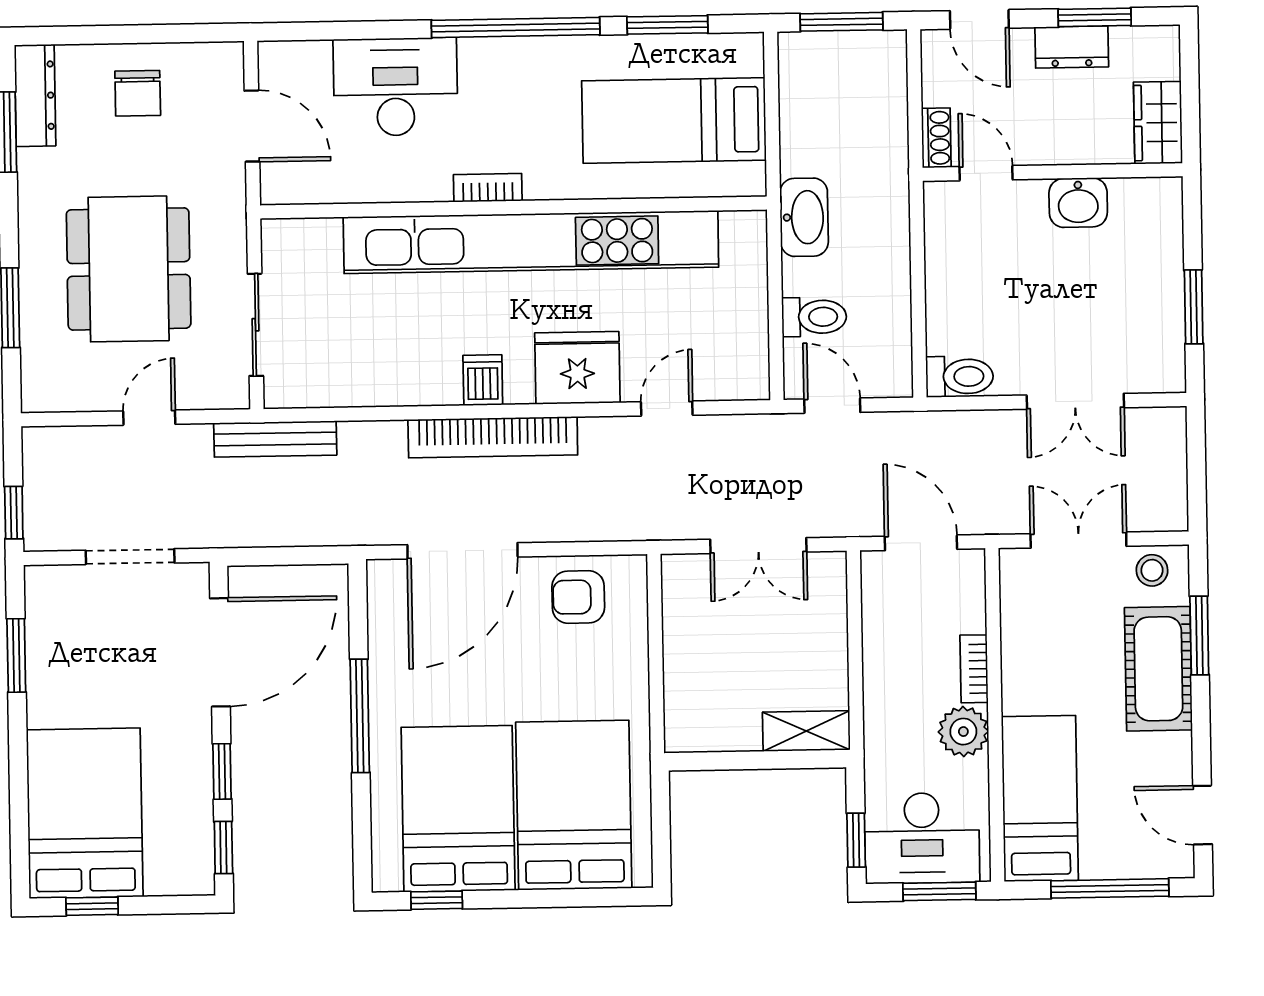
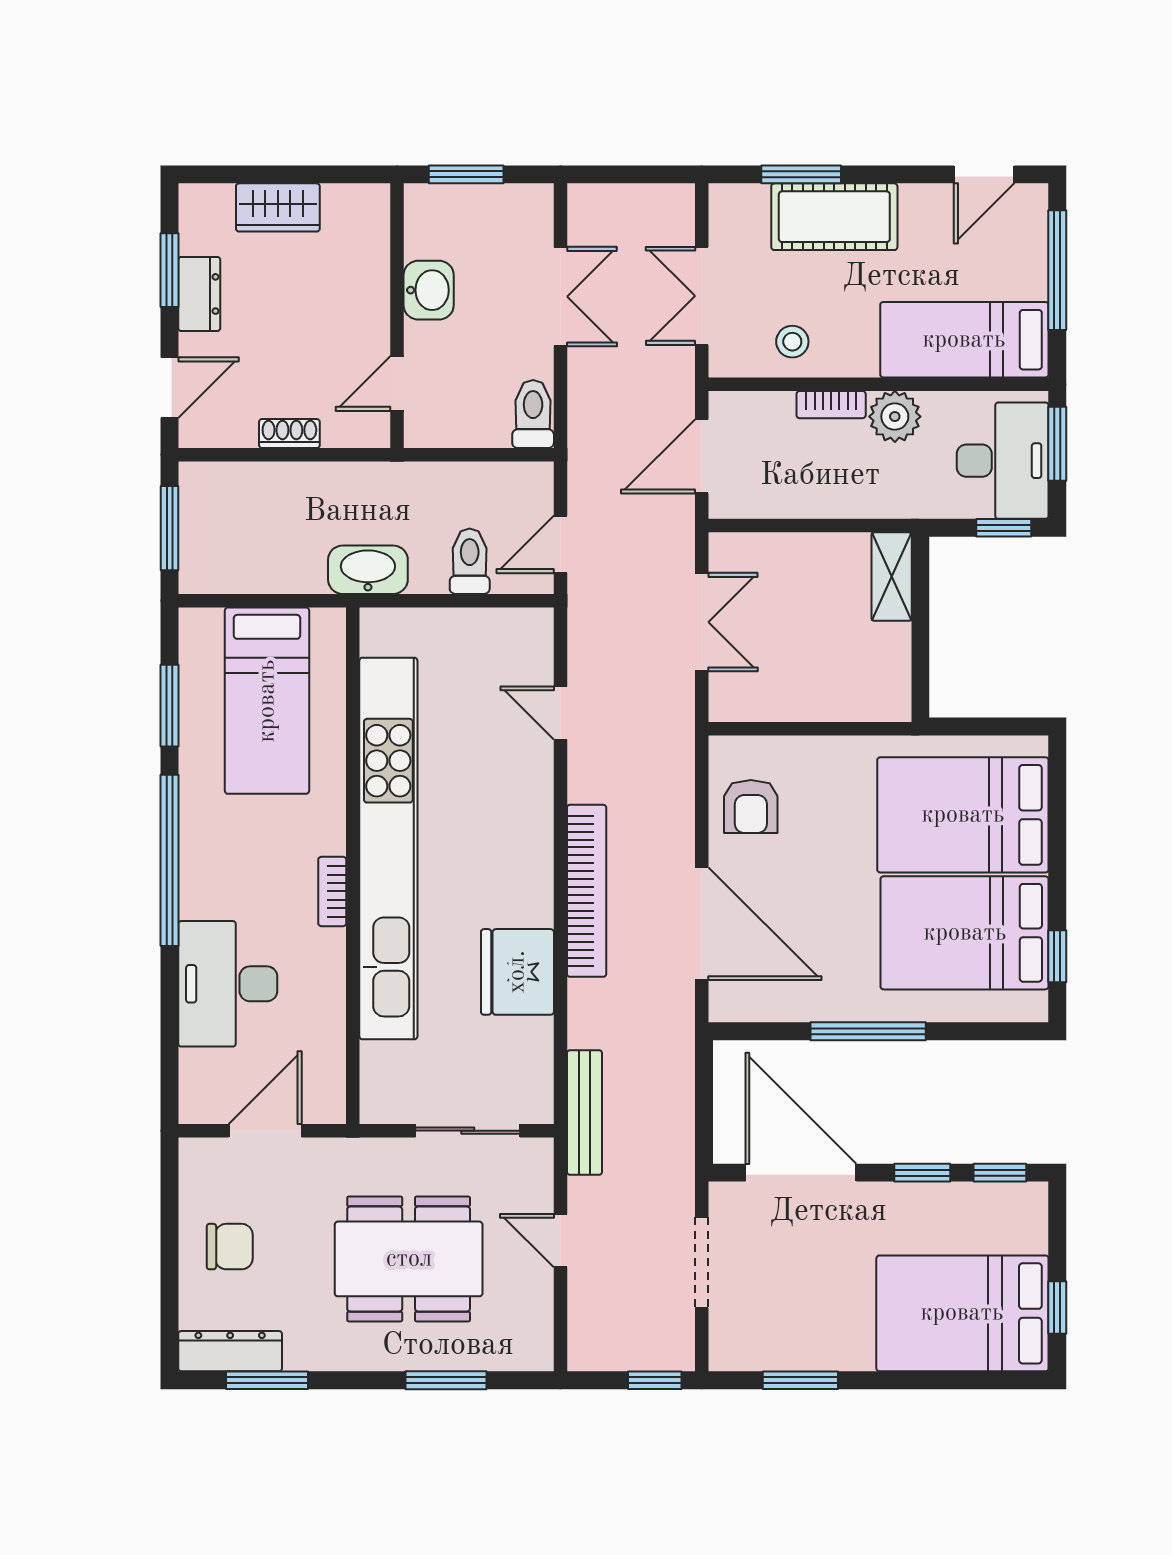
wall: (1053, 172) -> (397, 316), moved
door: (986, 173) -> (397, 384), moved
washbasin: (1078, 203) -> (429, 290), moved
fridge: (577, 368) -> (517, 972), moved
dishwasher: (483, 380) -> (528, 900), removed
stool: (1152, 570) -> (792, 342), moved

